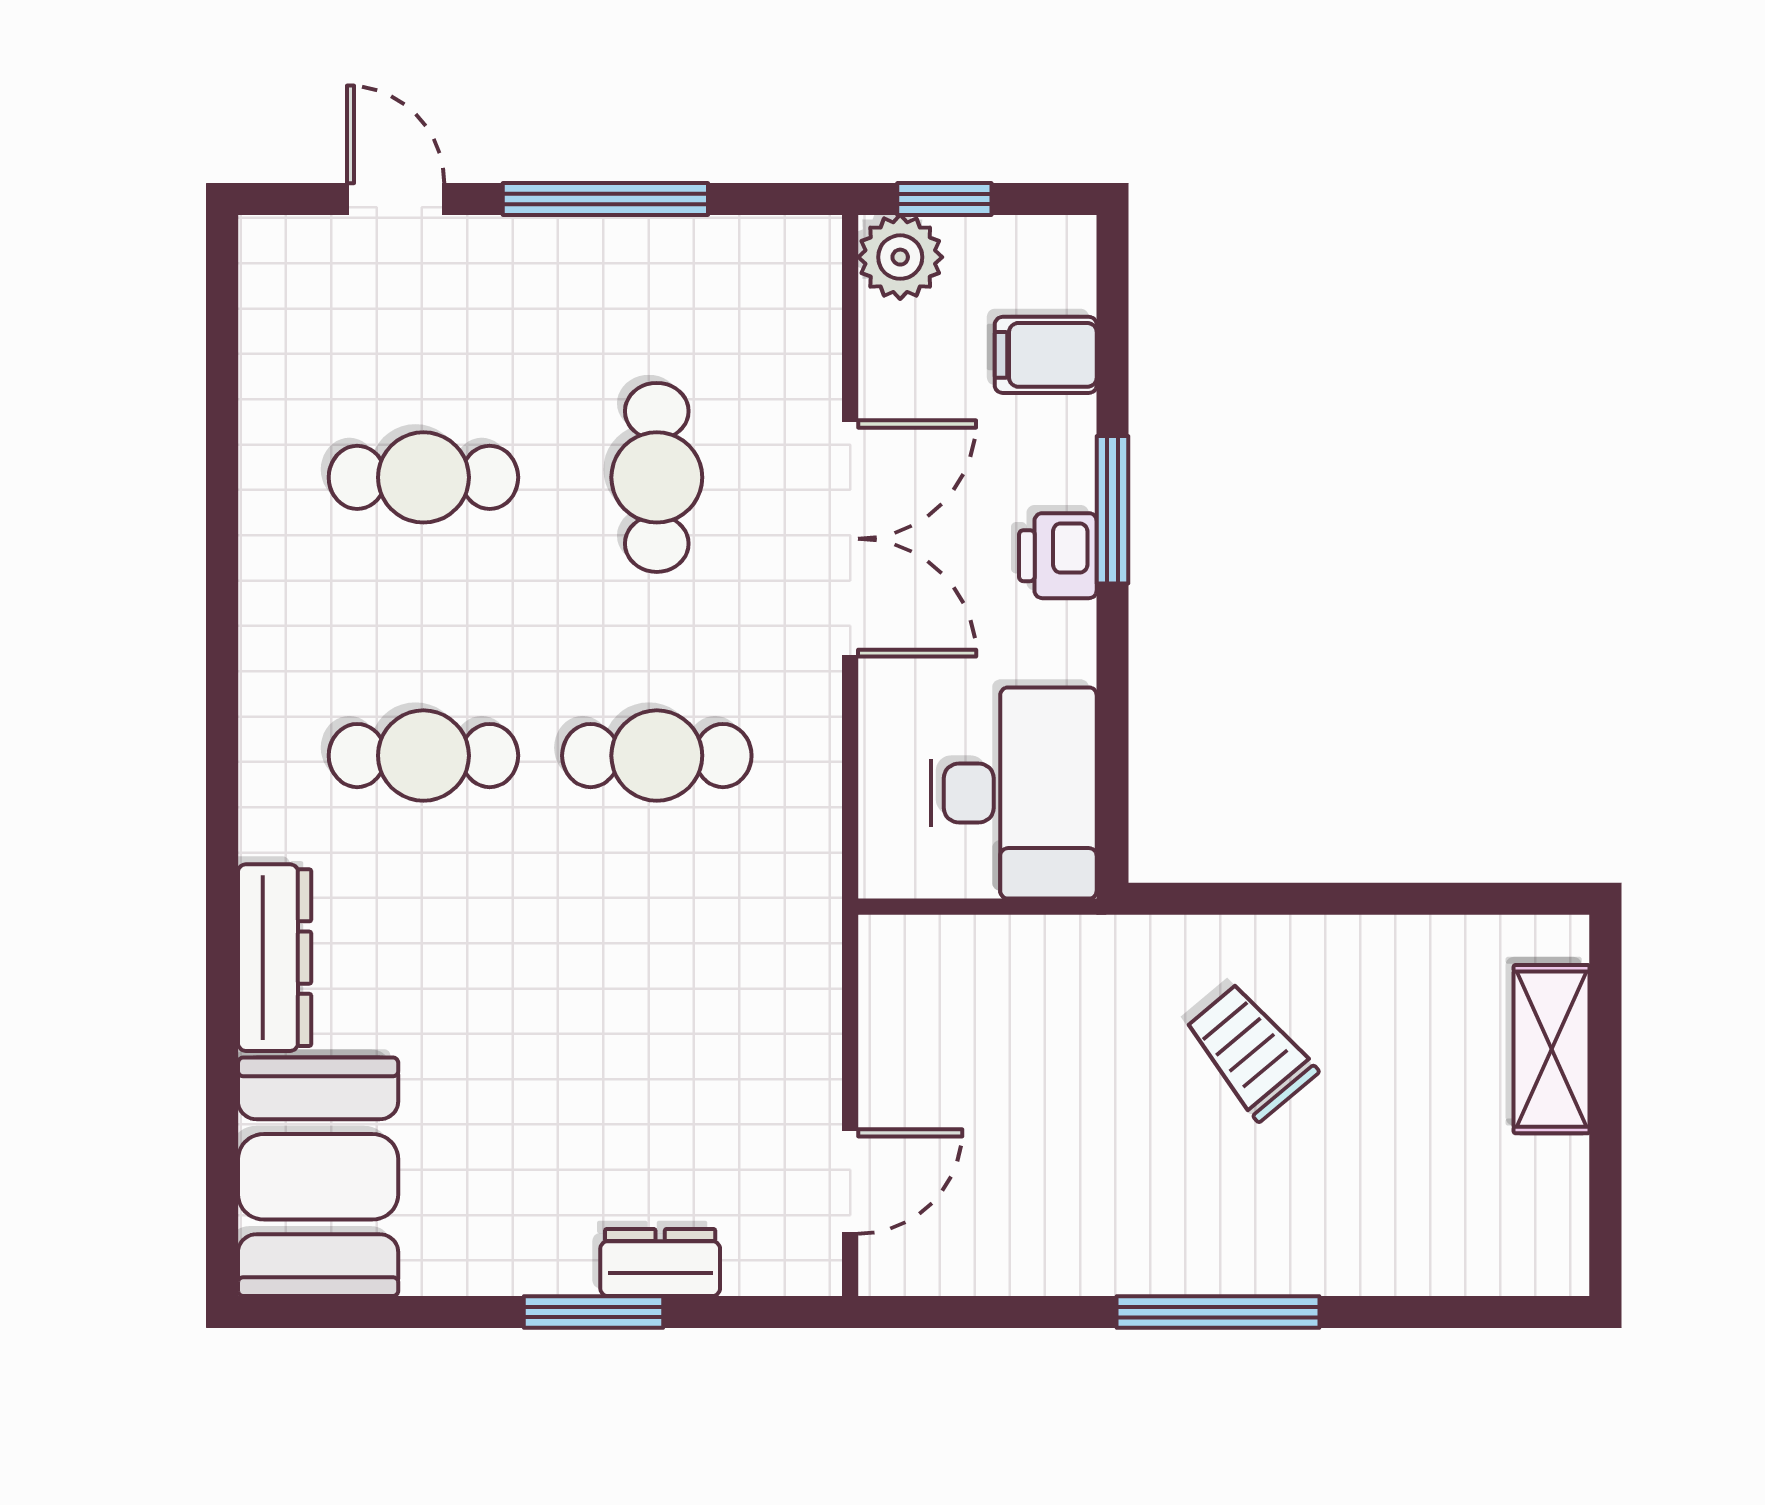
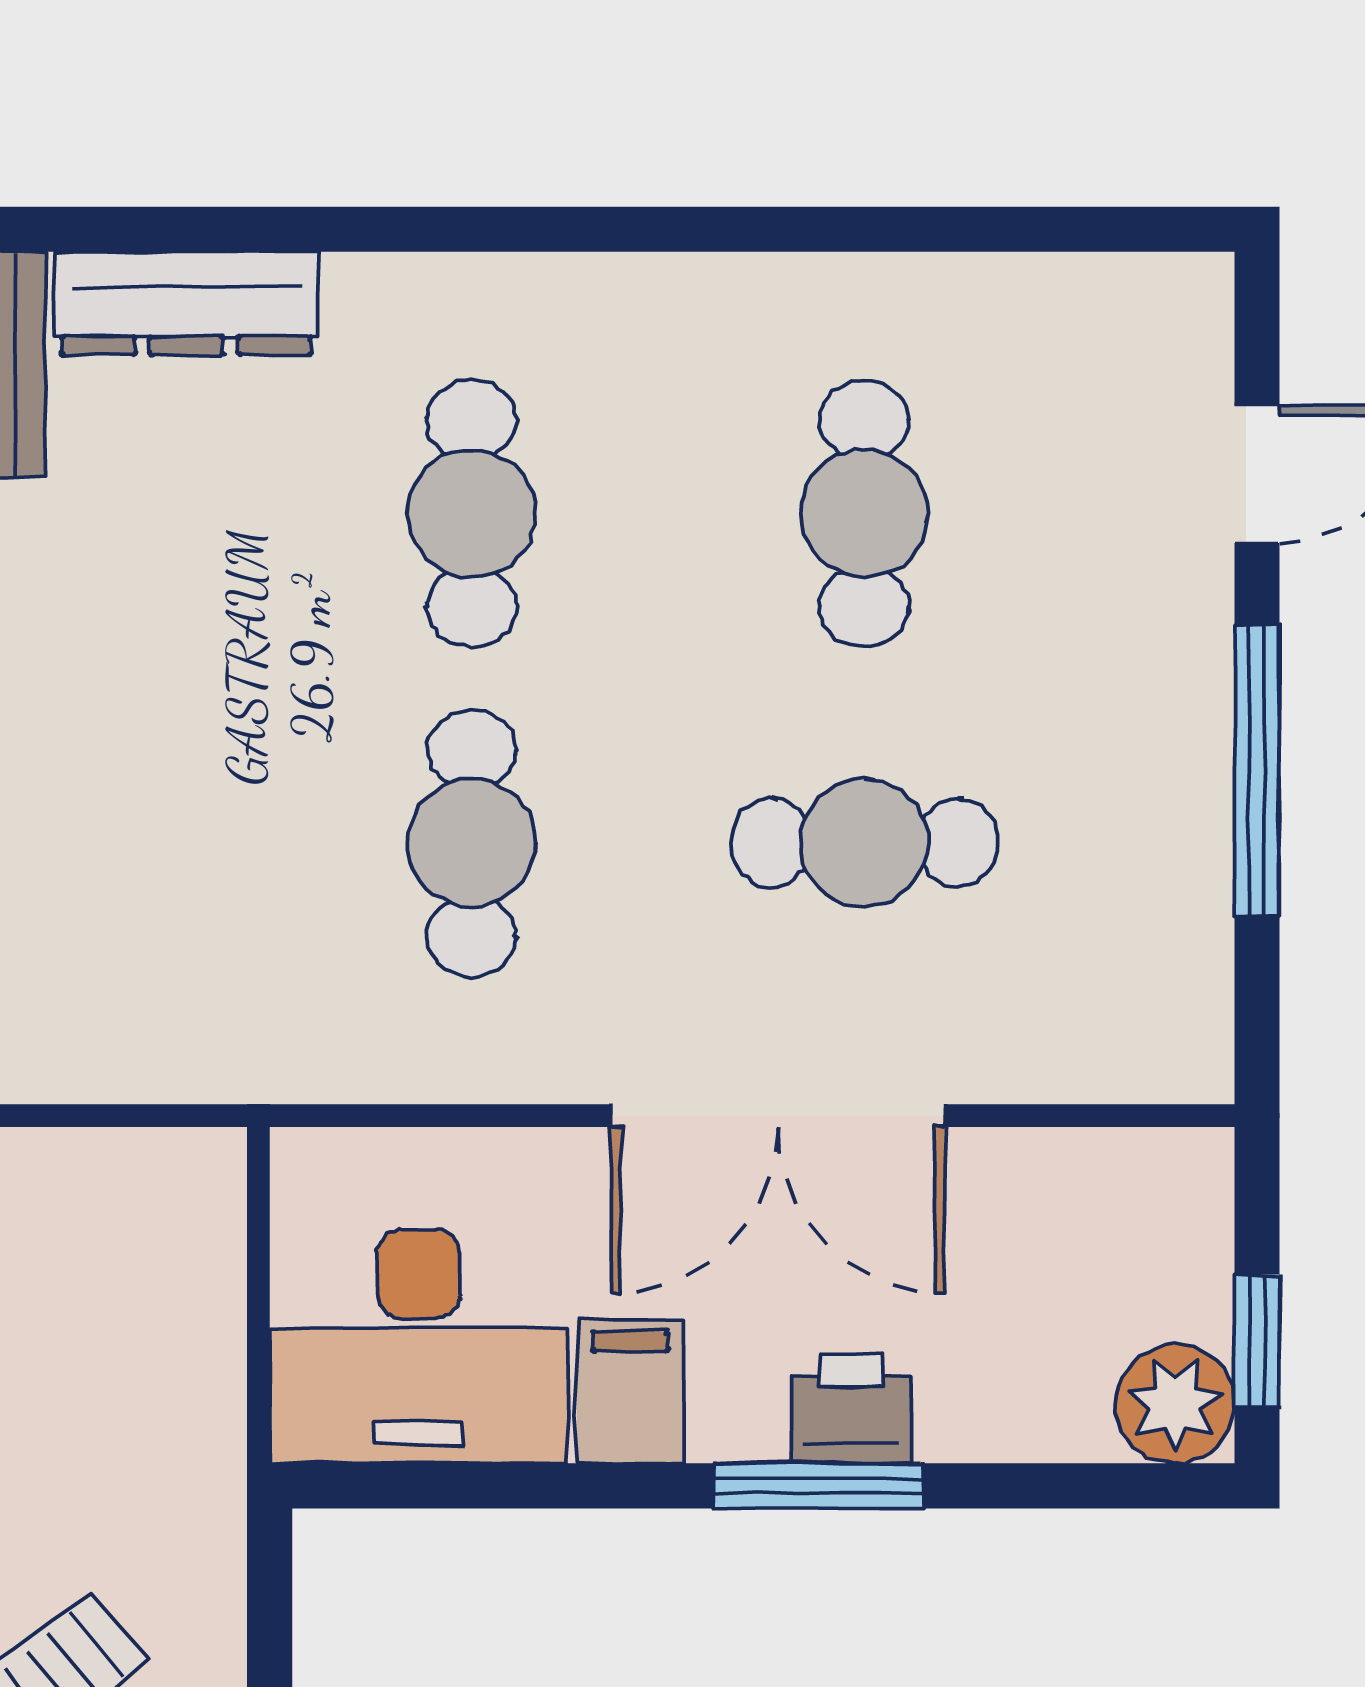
window: (944, 199) -> (1257, 1341), moved
plant: (900, 257) -> (1175, 1404), moved
filing cabinet: (1046, 355) -> (631, 1392), moved
printer: (1058, 556) -> (851, 1409), moved

